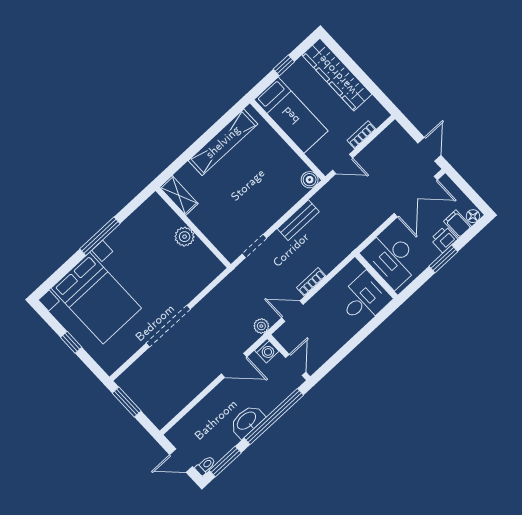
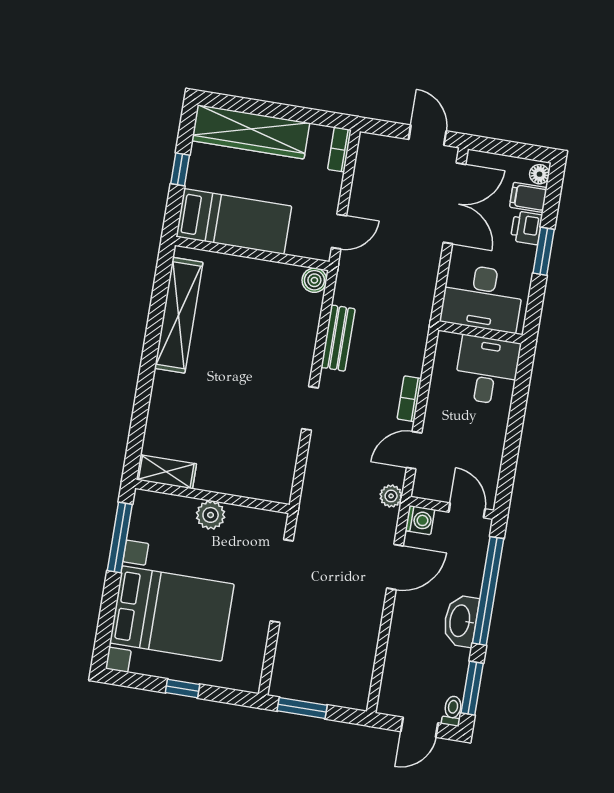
bookcase: (361, 135) -> (339, 150), moved
shelving: (179, 195) -> (166, 472), moved
wall: (193, 228) -> (212, 496), moved
plant: (185, 237) -> (211, 515), moved

